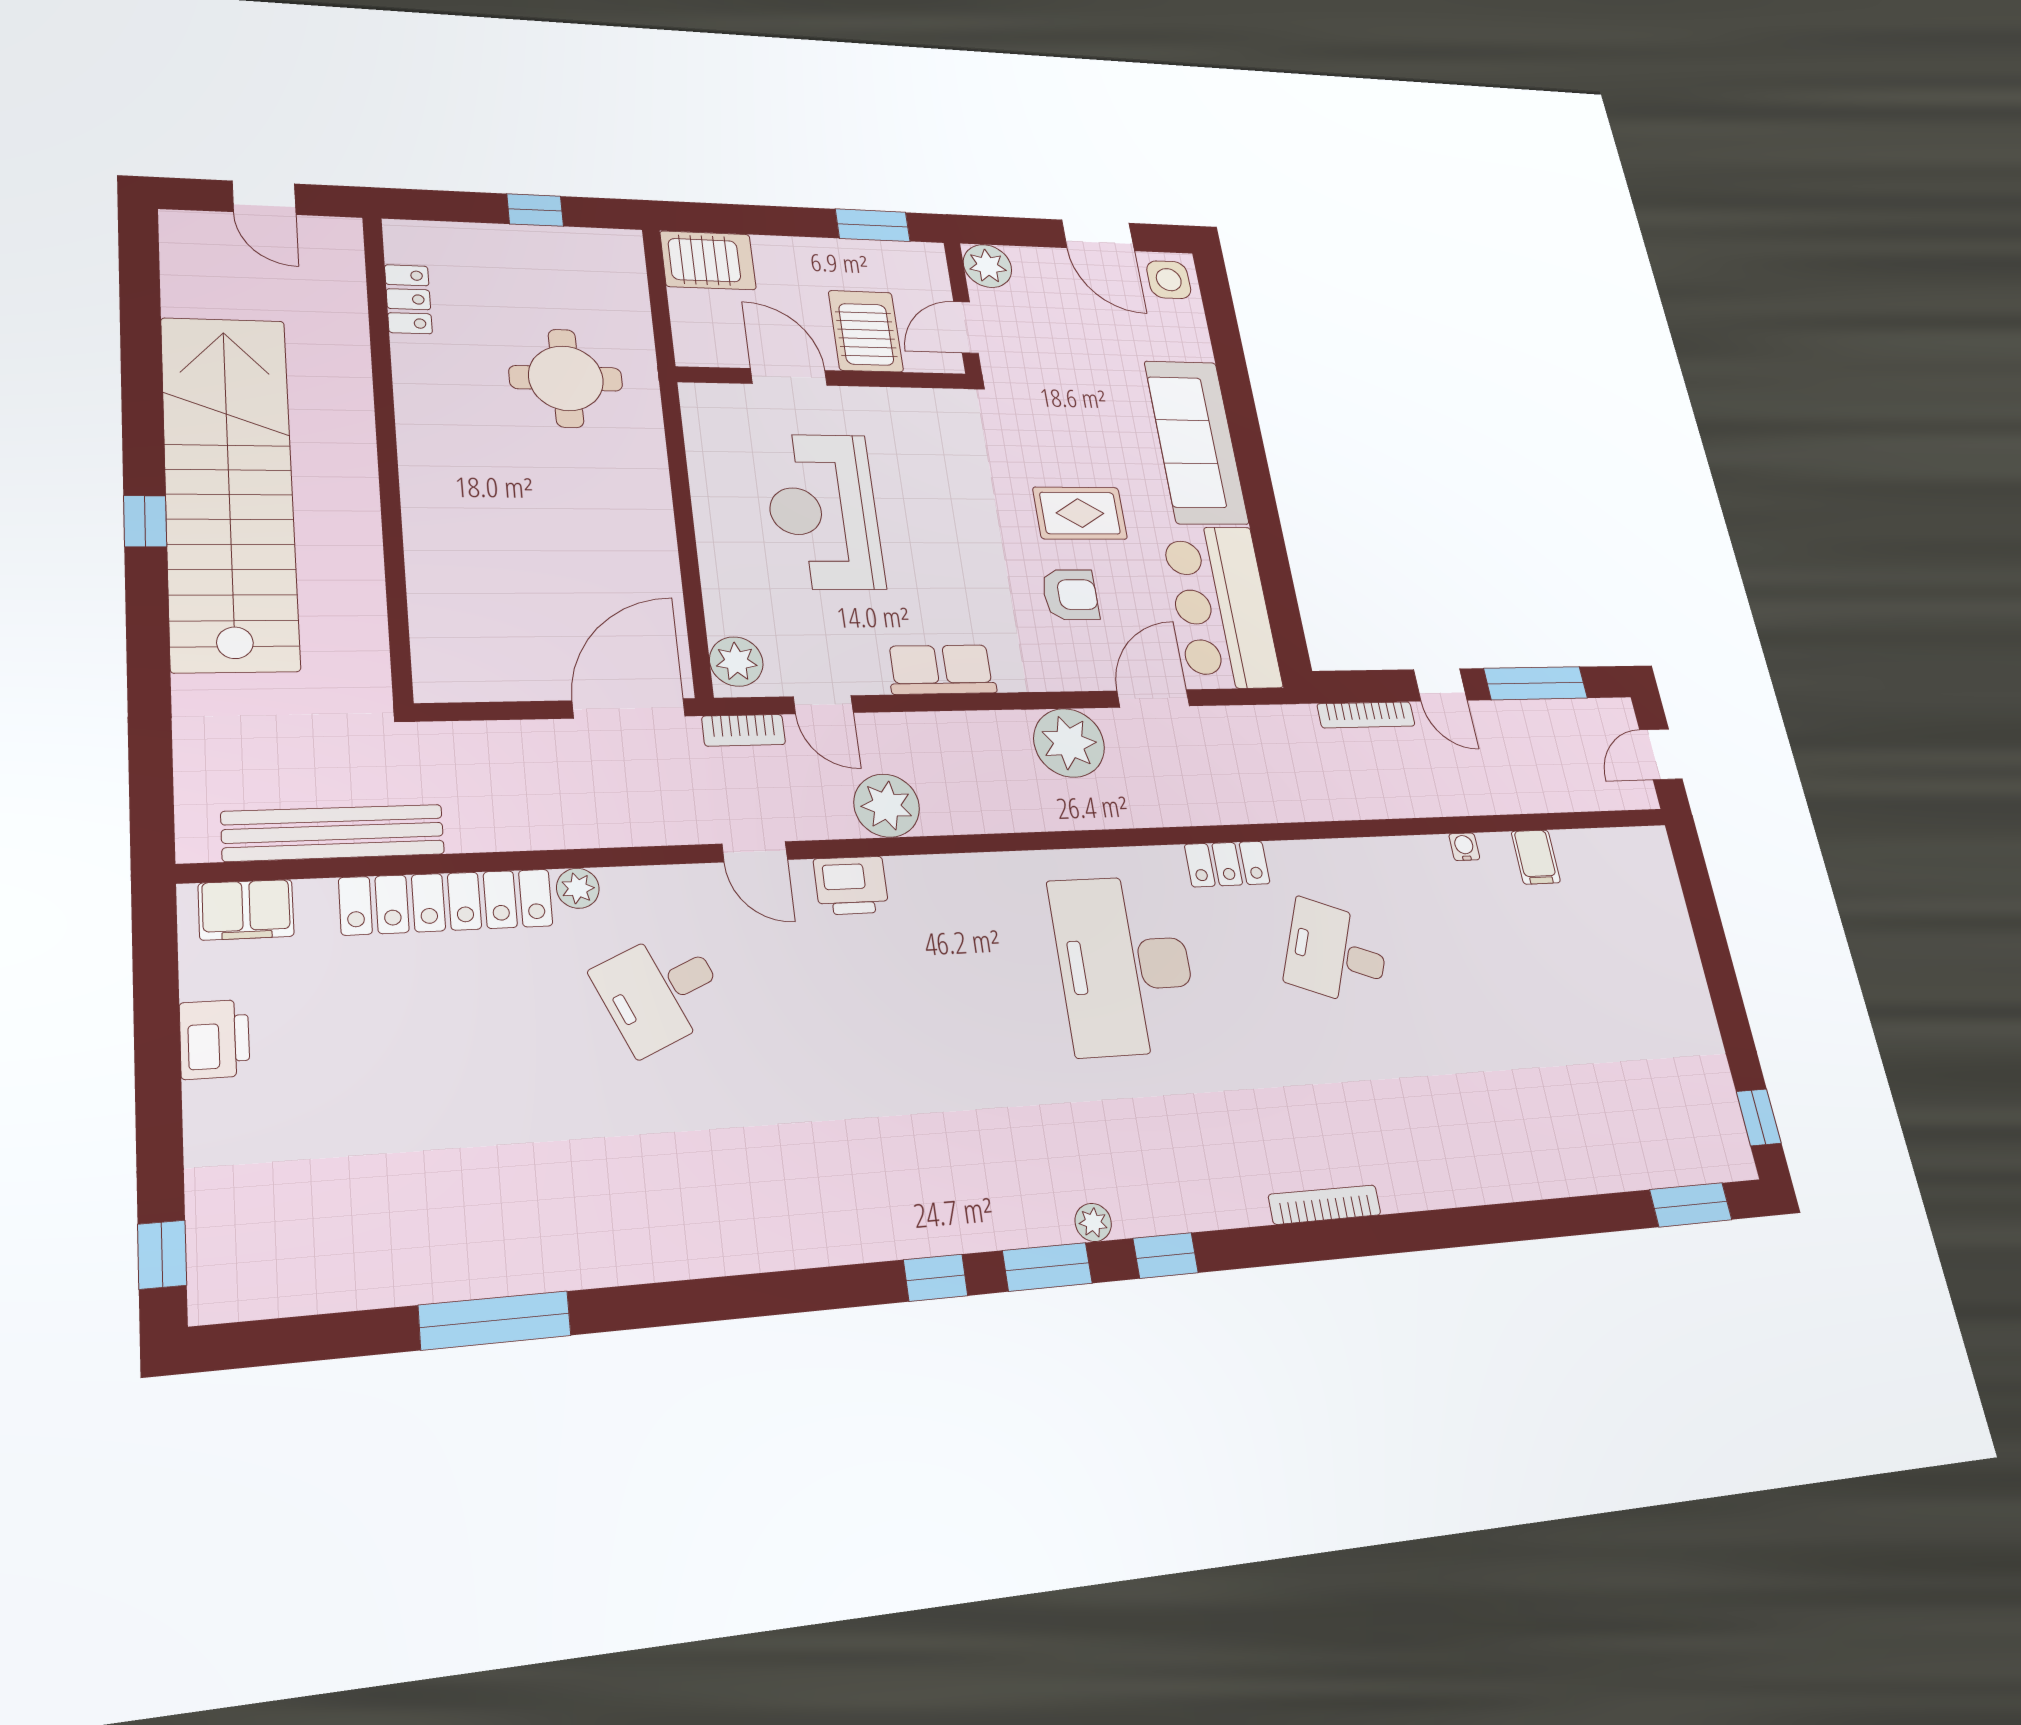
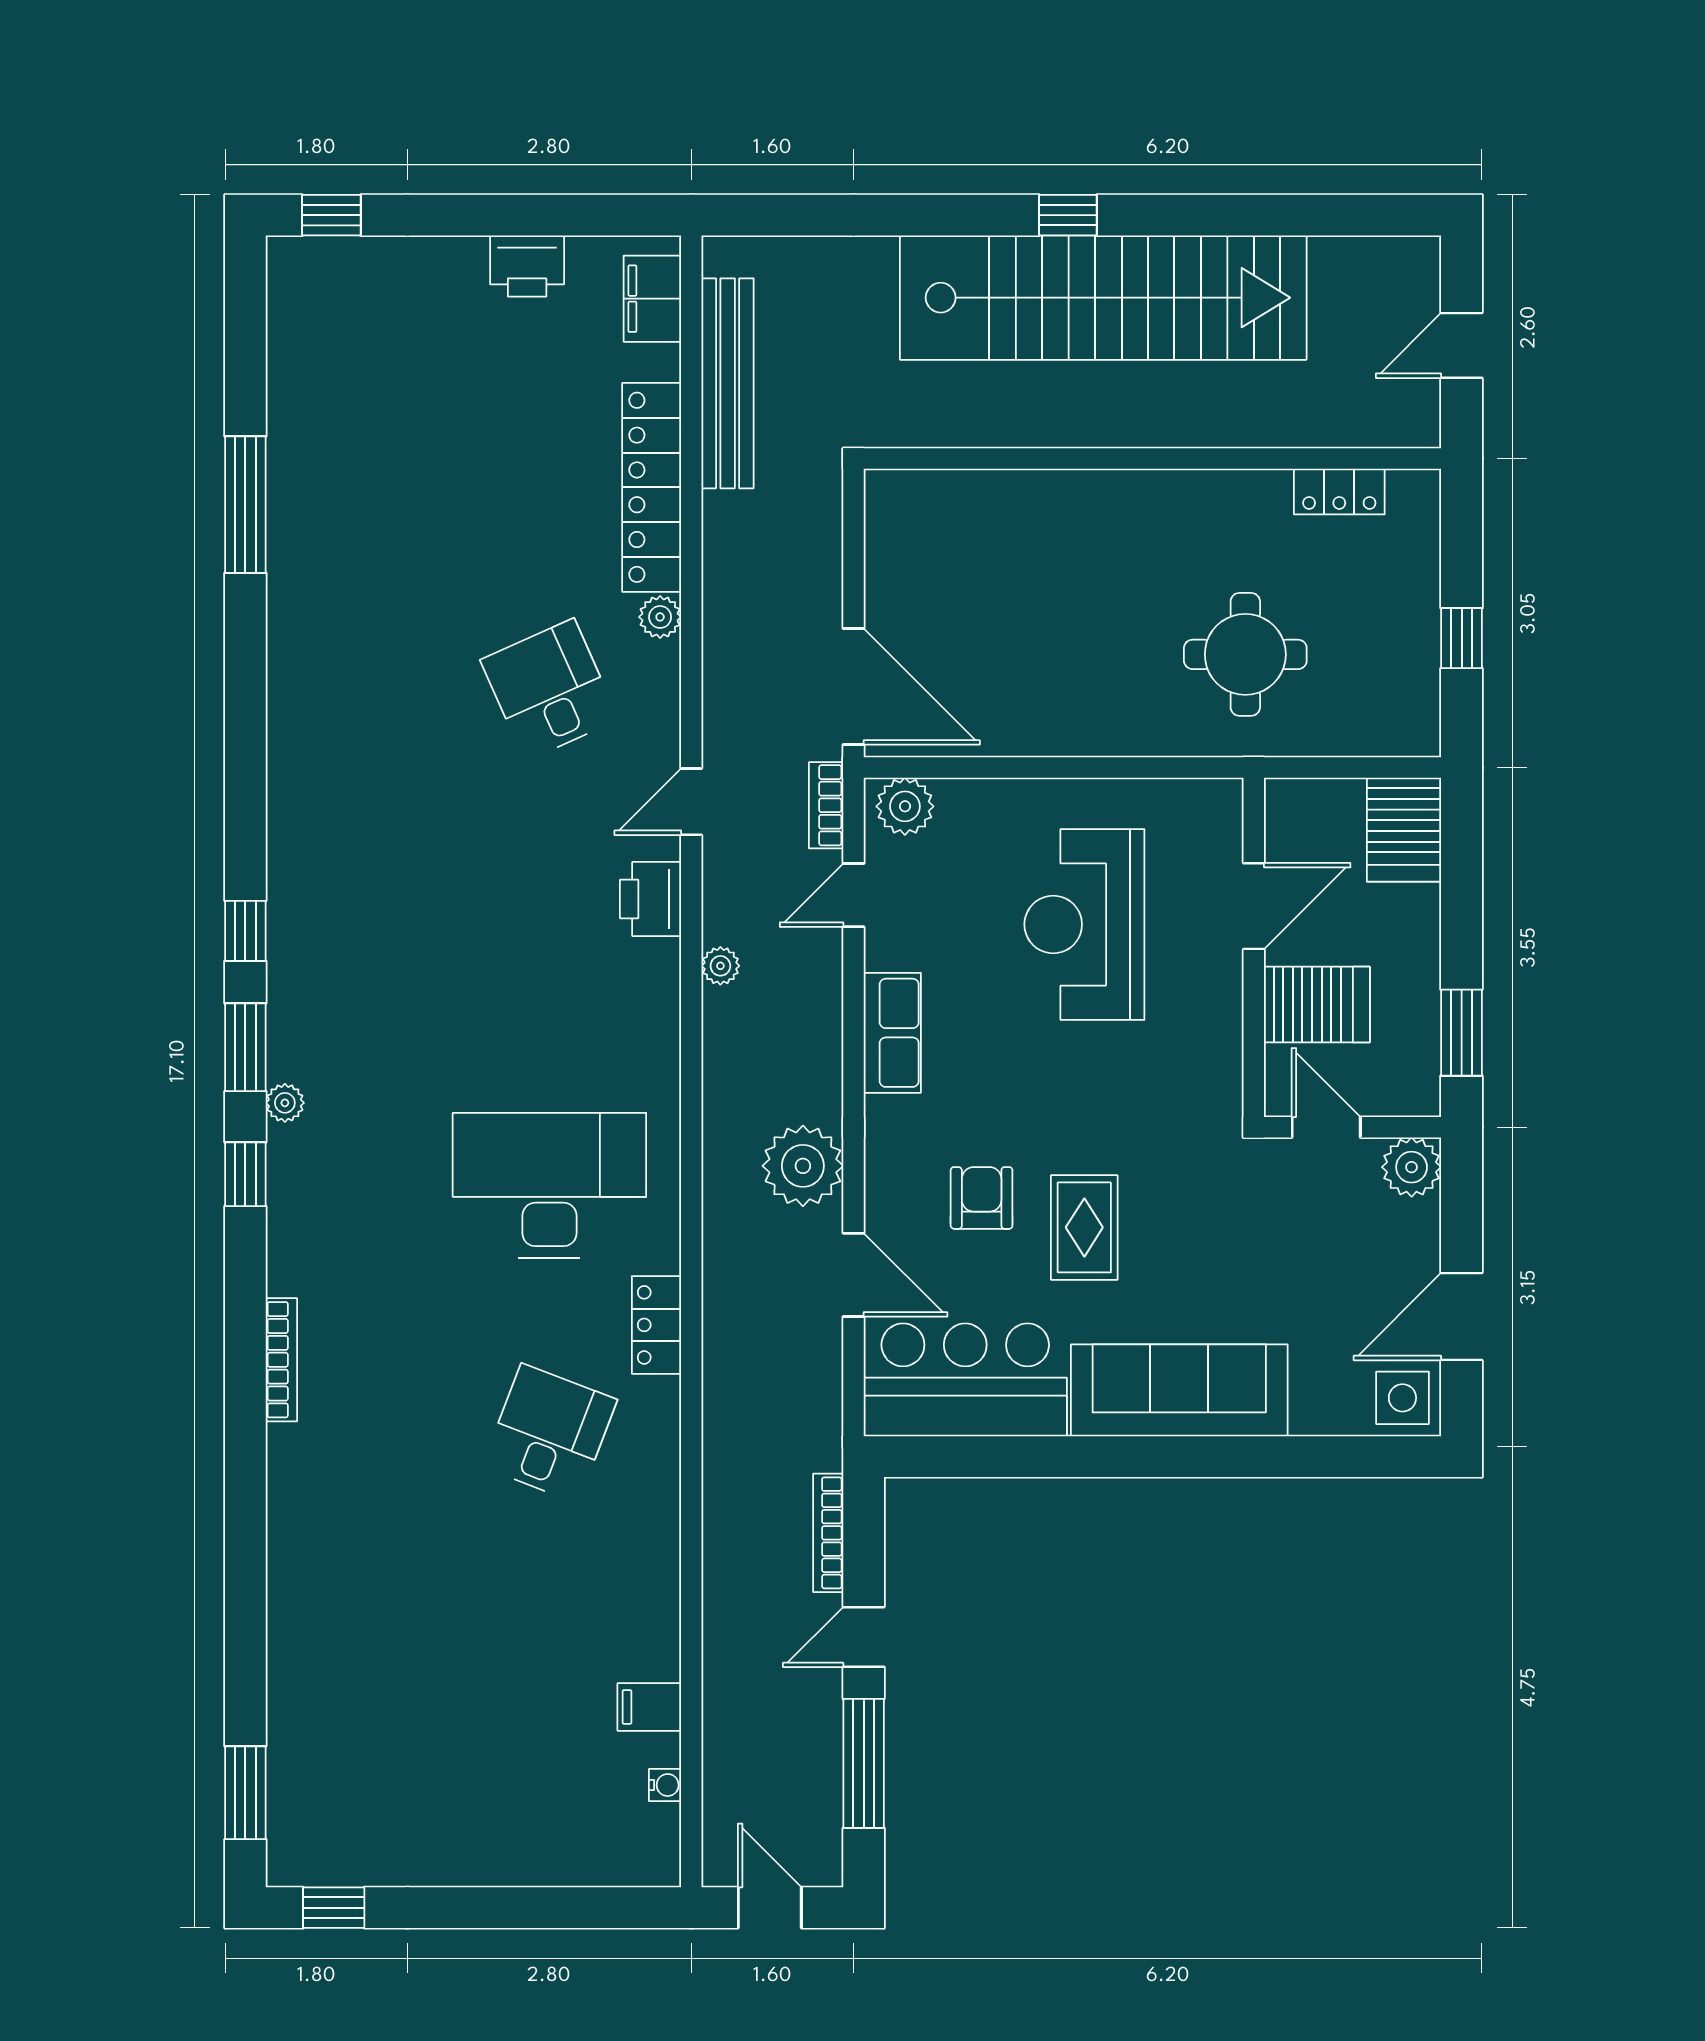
reception desk: (823, 511) -> (1084, 924), turned -90
armchair: (1070, 595) -> (982, 1198), turned 180
plant: (887, 806) -> (720, 966), width x0.53, depth x0.53
water cooler: (1464, 847) -> (665, 1785), moved

